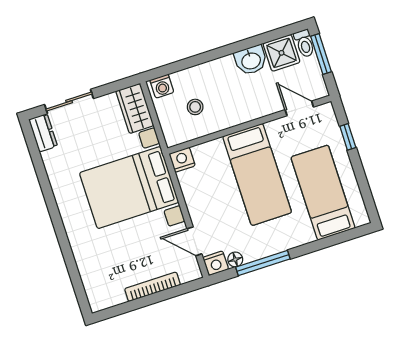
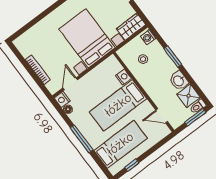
window: (208, 56) -> (173, 57), added
door: (299, 108) -> (162, 116), swing flipped
window: (348, 137) -> (132, 165), moved
nightstand: (182, 160) -> (123, 77), moved
window: (263, 263) -> (82, 139), moved

